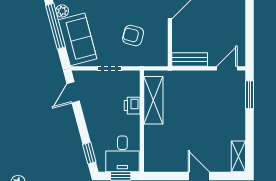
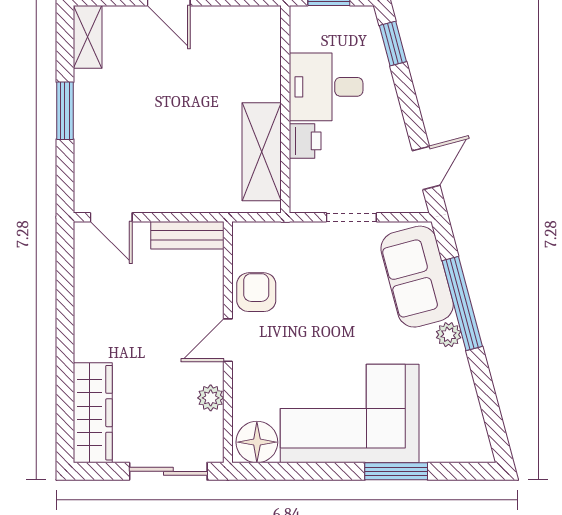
armchair: (133, 36) -> (256, 292), moved, turned -105
door: (227, 68) -> (111, 217), hinge flipped
window: (249, 95) -> (65, 111), moved
desk: (122, 154) -> (326, 87), moved, turned -90

